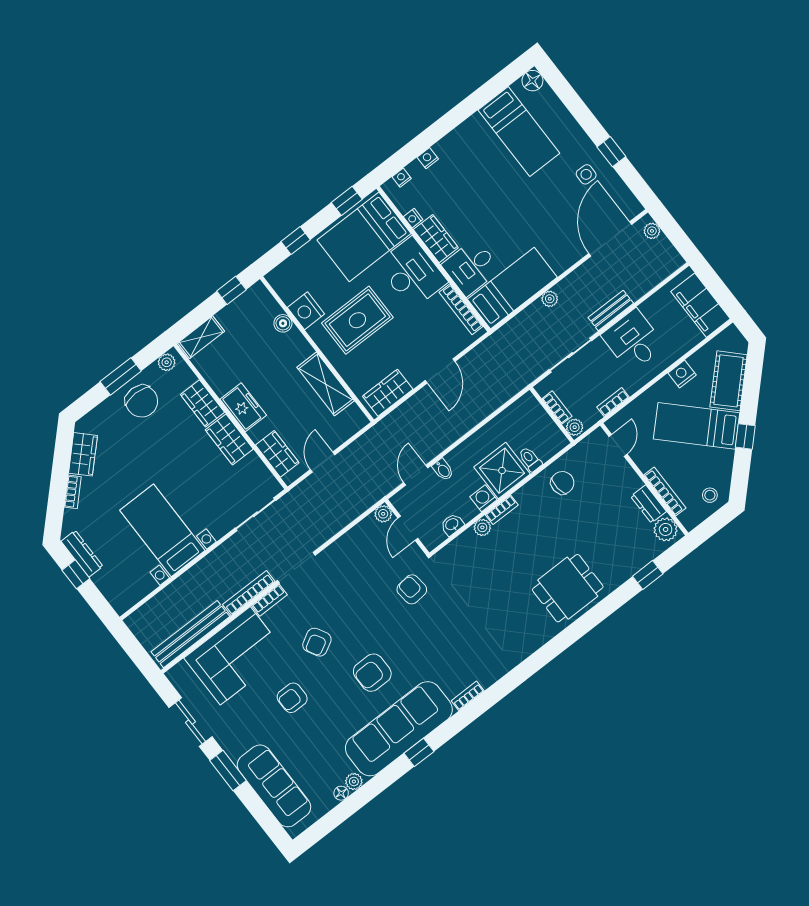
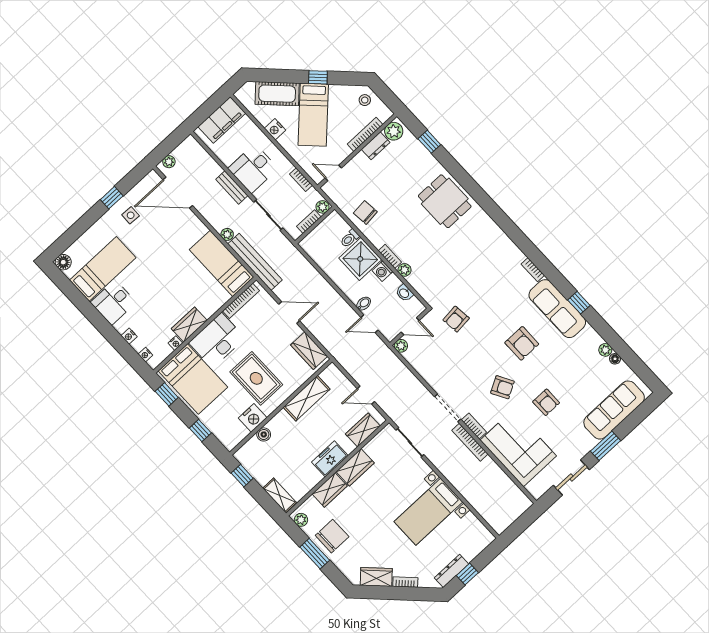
desk: (471, 267) -> (113, 302), moved, turned 90
bench: (190, 634) -> (255, 262), moved
sofa: (399, 729) -> (557, 309), width x0.74, depth x0.79

